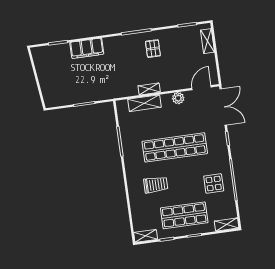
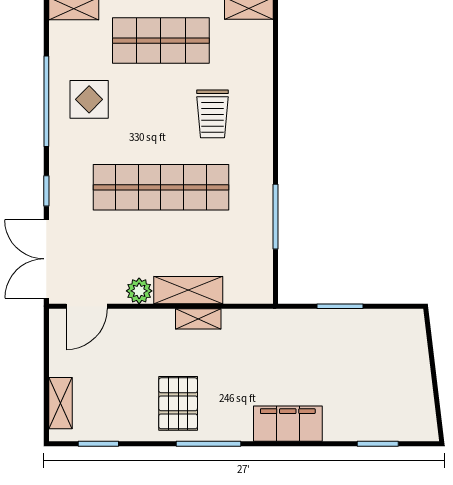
filing cabinet: (87, 48) -> (288, 424), moved
pallet: (153, 49) -> (178, 403), width x1.50, depth x1.42
shelving: (144, 103) -> (188, 290), moved
trolley: (156, 185) -> (212, 114), turned -90

